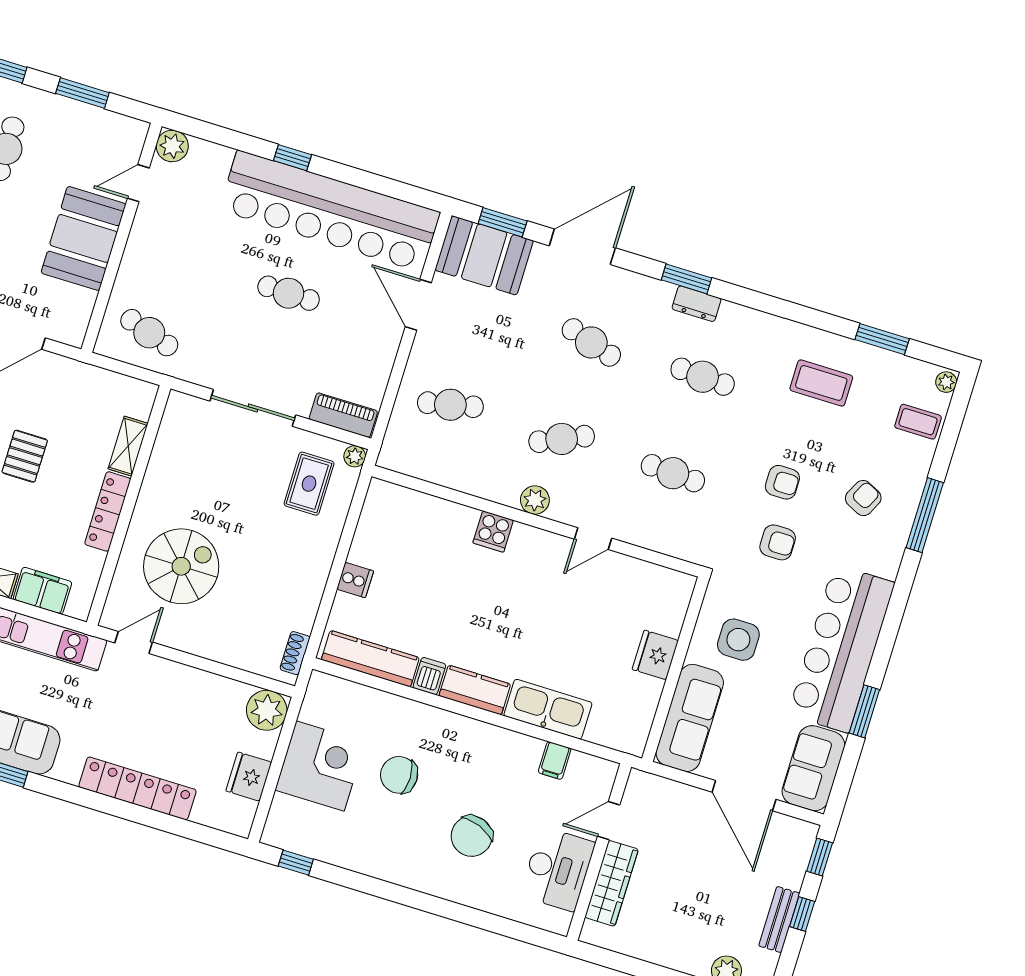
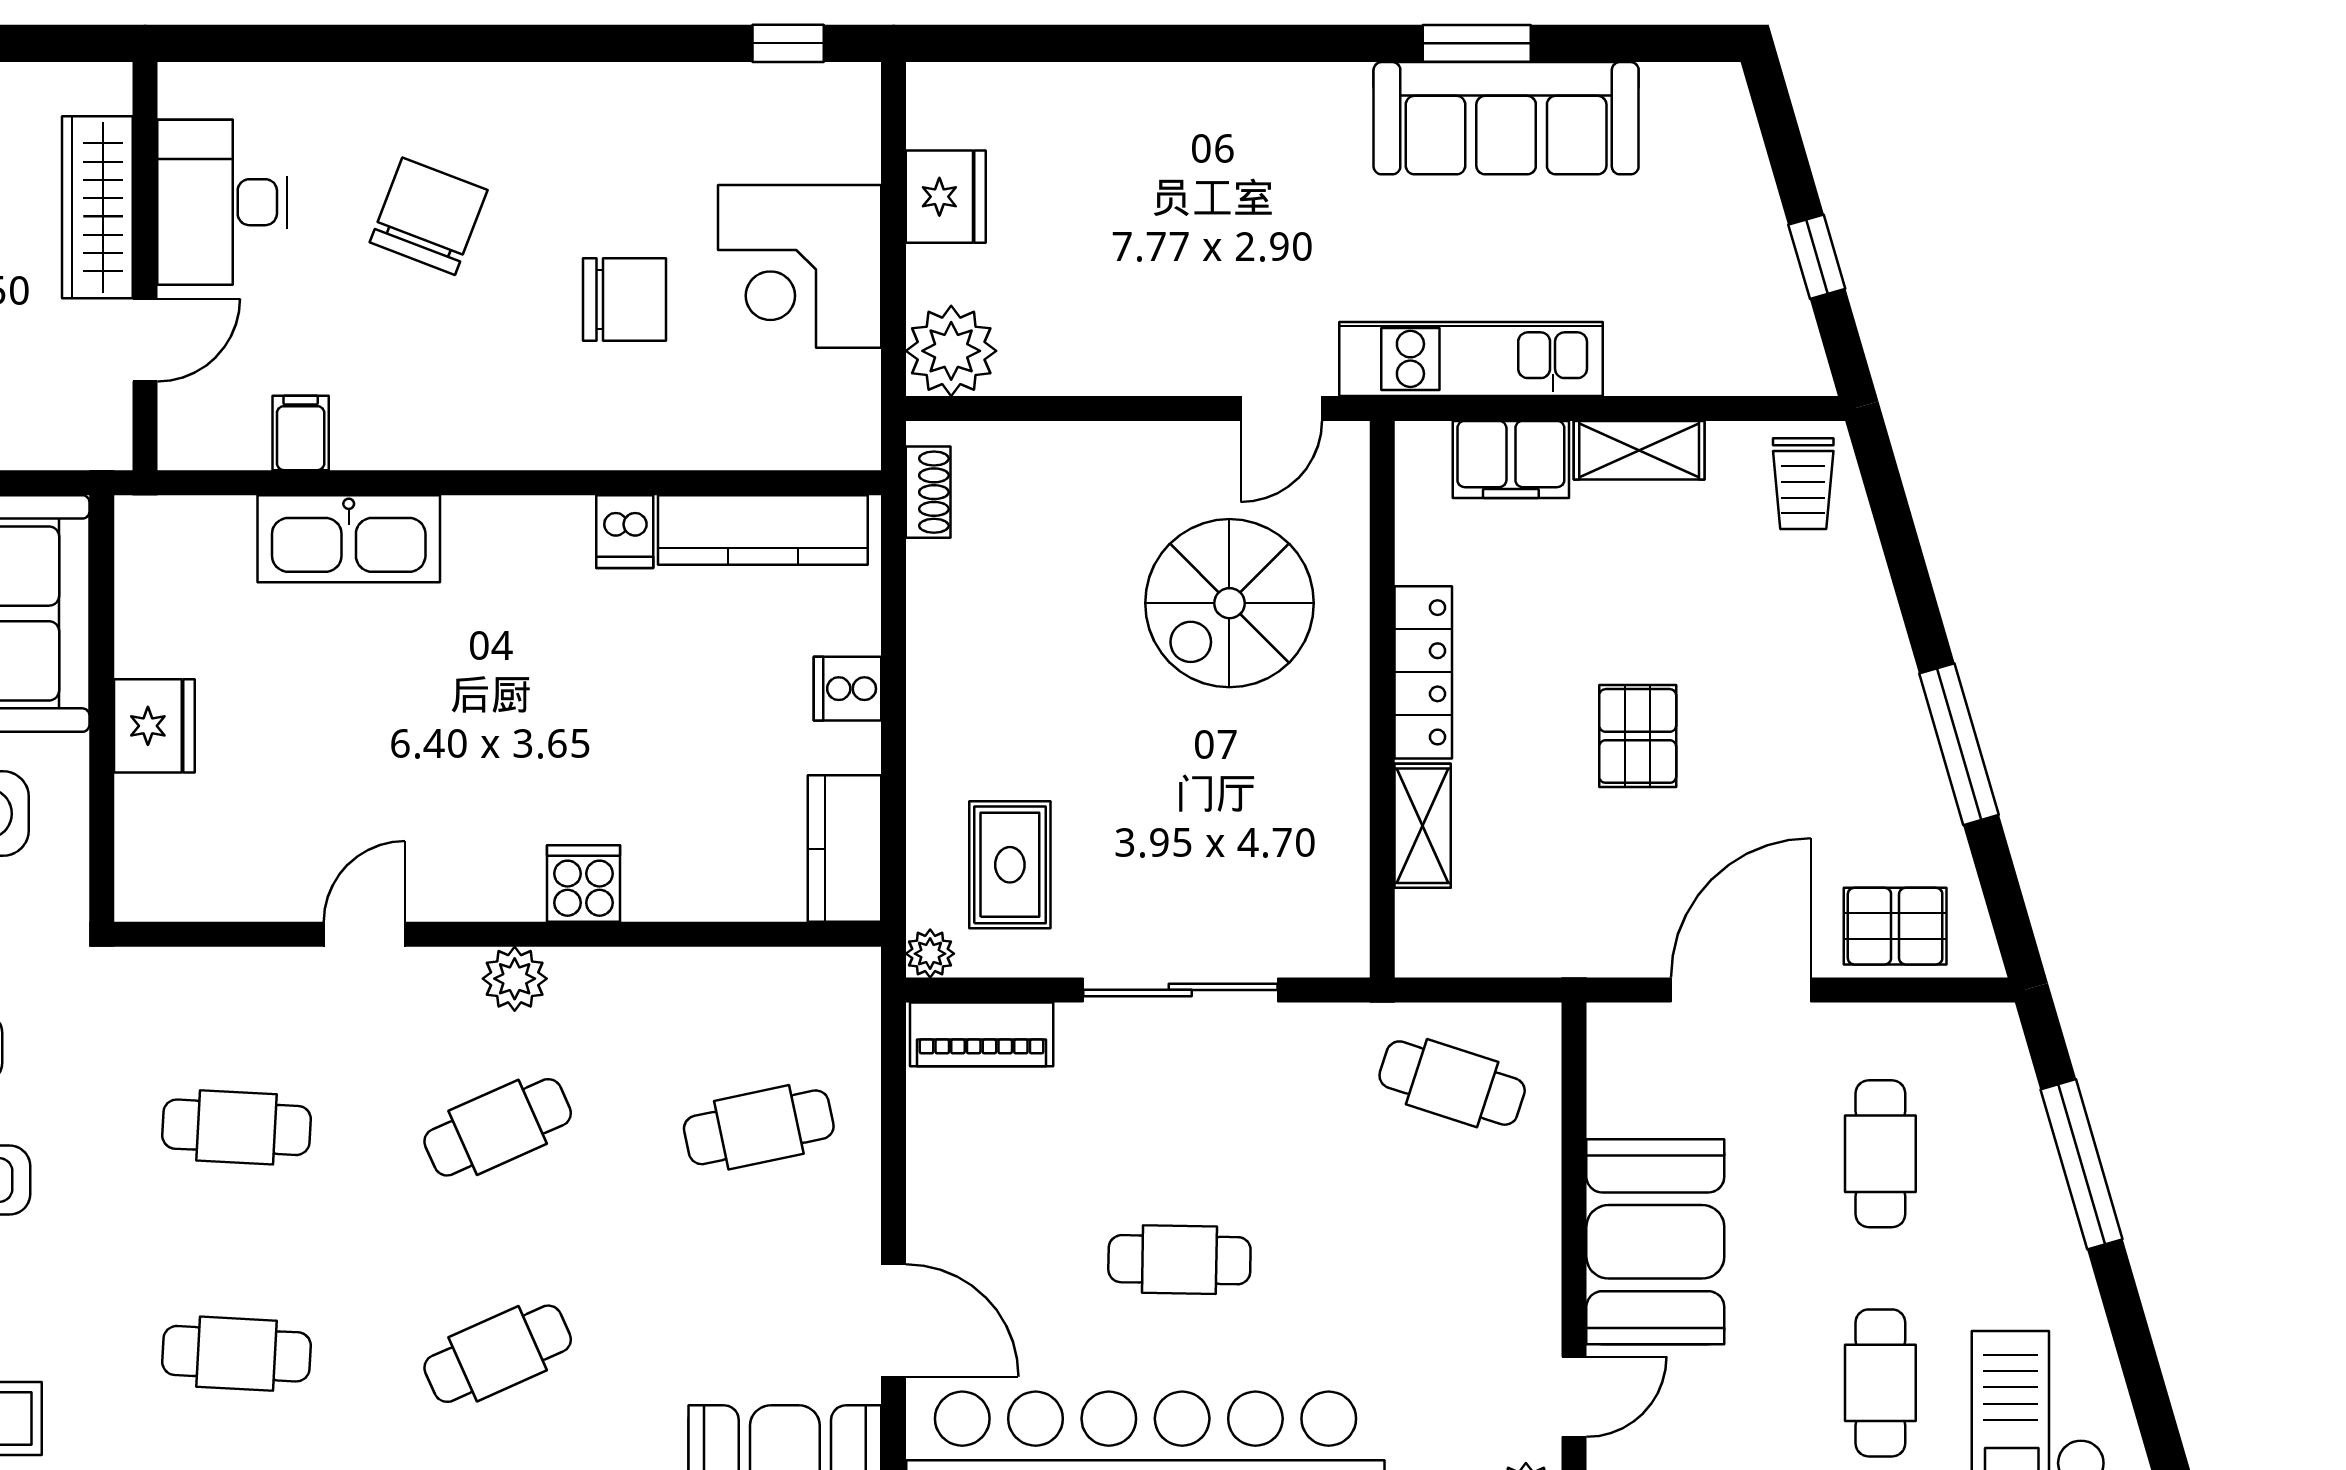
cafe table: (591, 342) -> (498, 1354), turned -42
kitchen counter: (475, 690) -> (845, 849), moved, turned 90
locker: (137, 788) -> (1177, 98), removed

